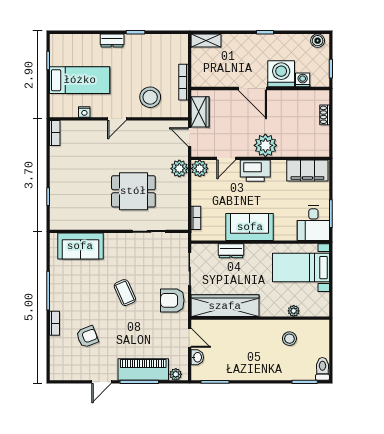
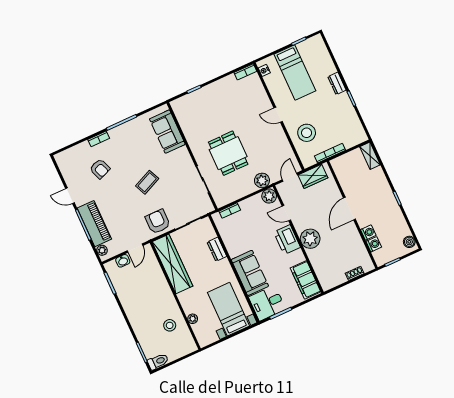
washing machine: (281, 74) -> (368, 232), width x0.53, depth x0.53
nightstand: (84, 112) -> (264, 70), moved
sofa: (250, 227) -> (250, 273), moved

